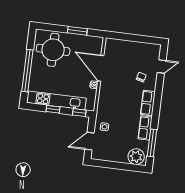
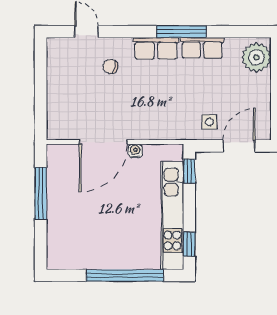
window: (77, 31) -> (41, 193), width x1.44
round table: (53, 50) -> (81, 233), removed
window: (53, 109) -> (189, 244), moved
door: (90, 141) -> (239, 146), swing flipped
window: (152, 143) -> (181, 32), moved

